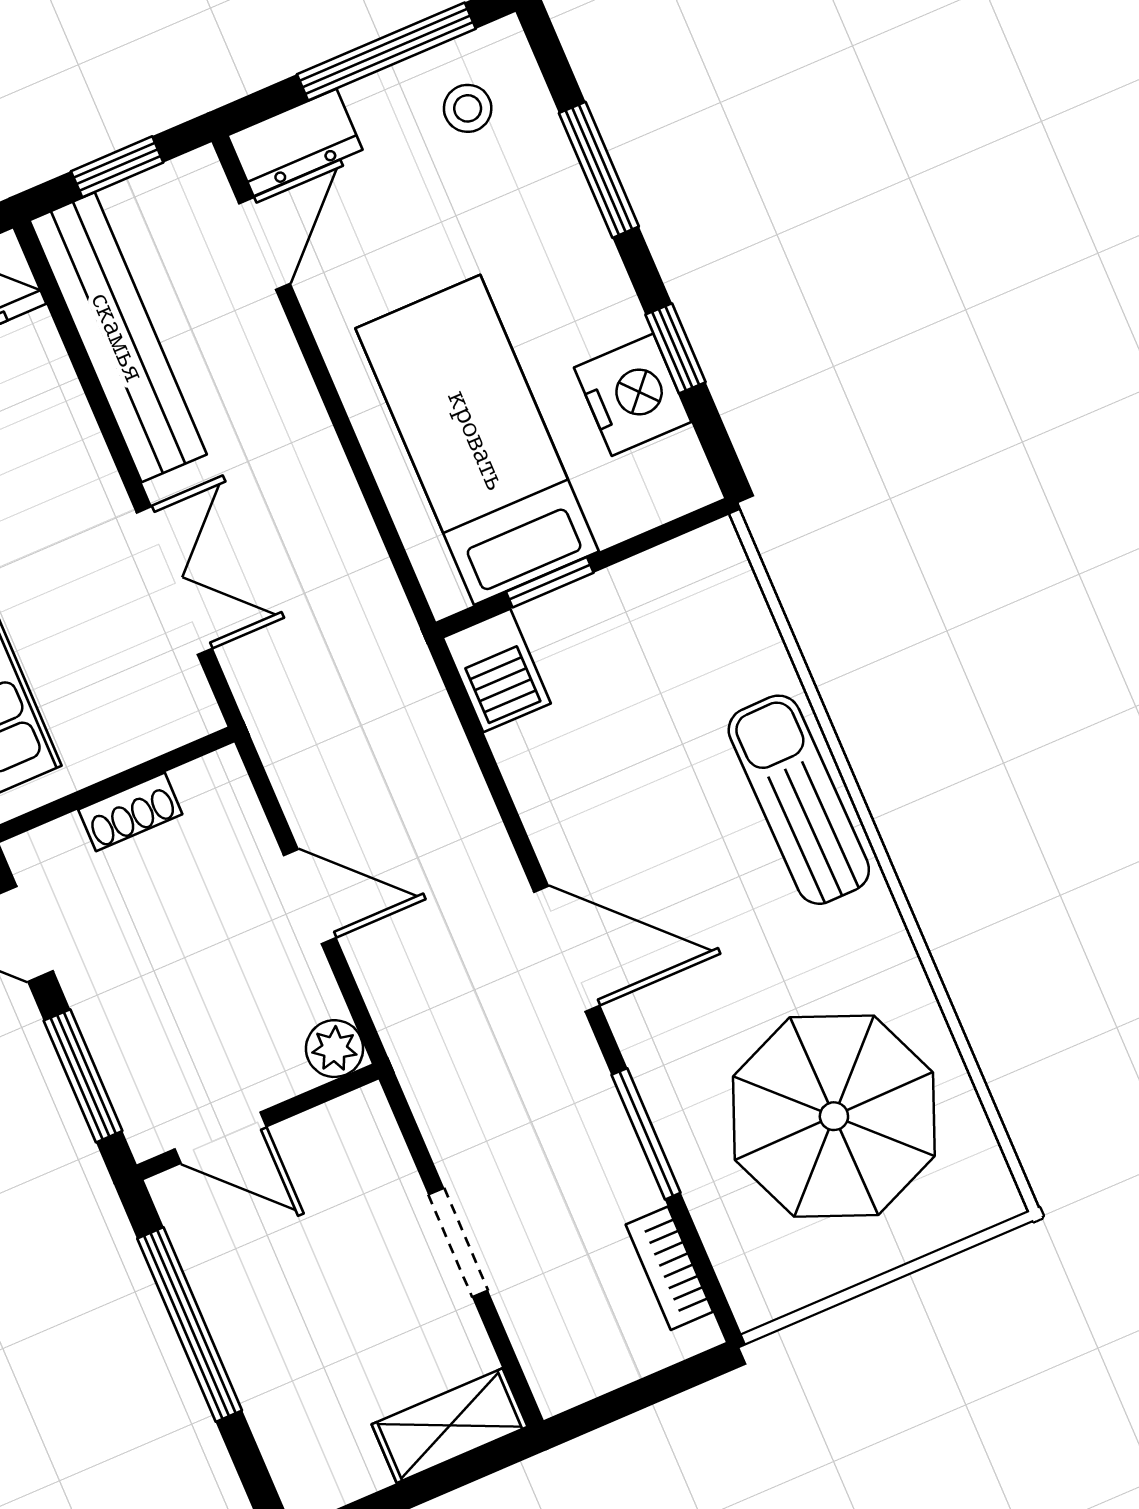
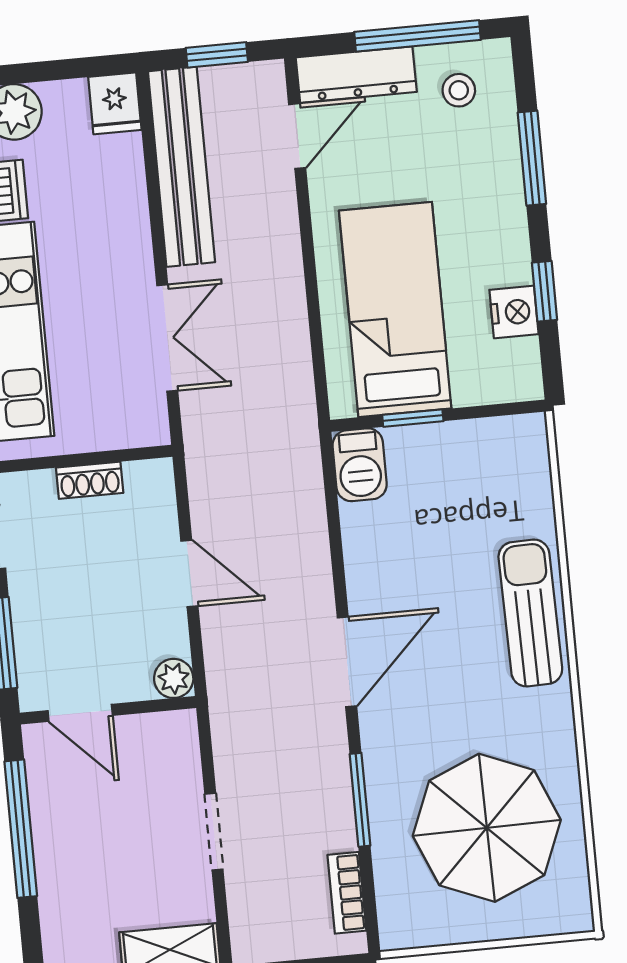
dresser: (295, 143) -> (356, 75), width x1.44
nightstand: (633, 395) -> (514, 312), width x0.74, depth x0.75
door: (567, 949) -> (347, 662), hinge flipped

